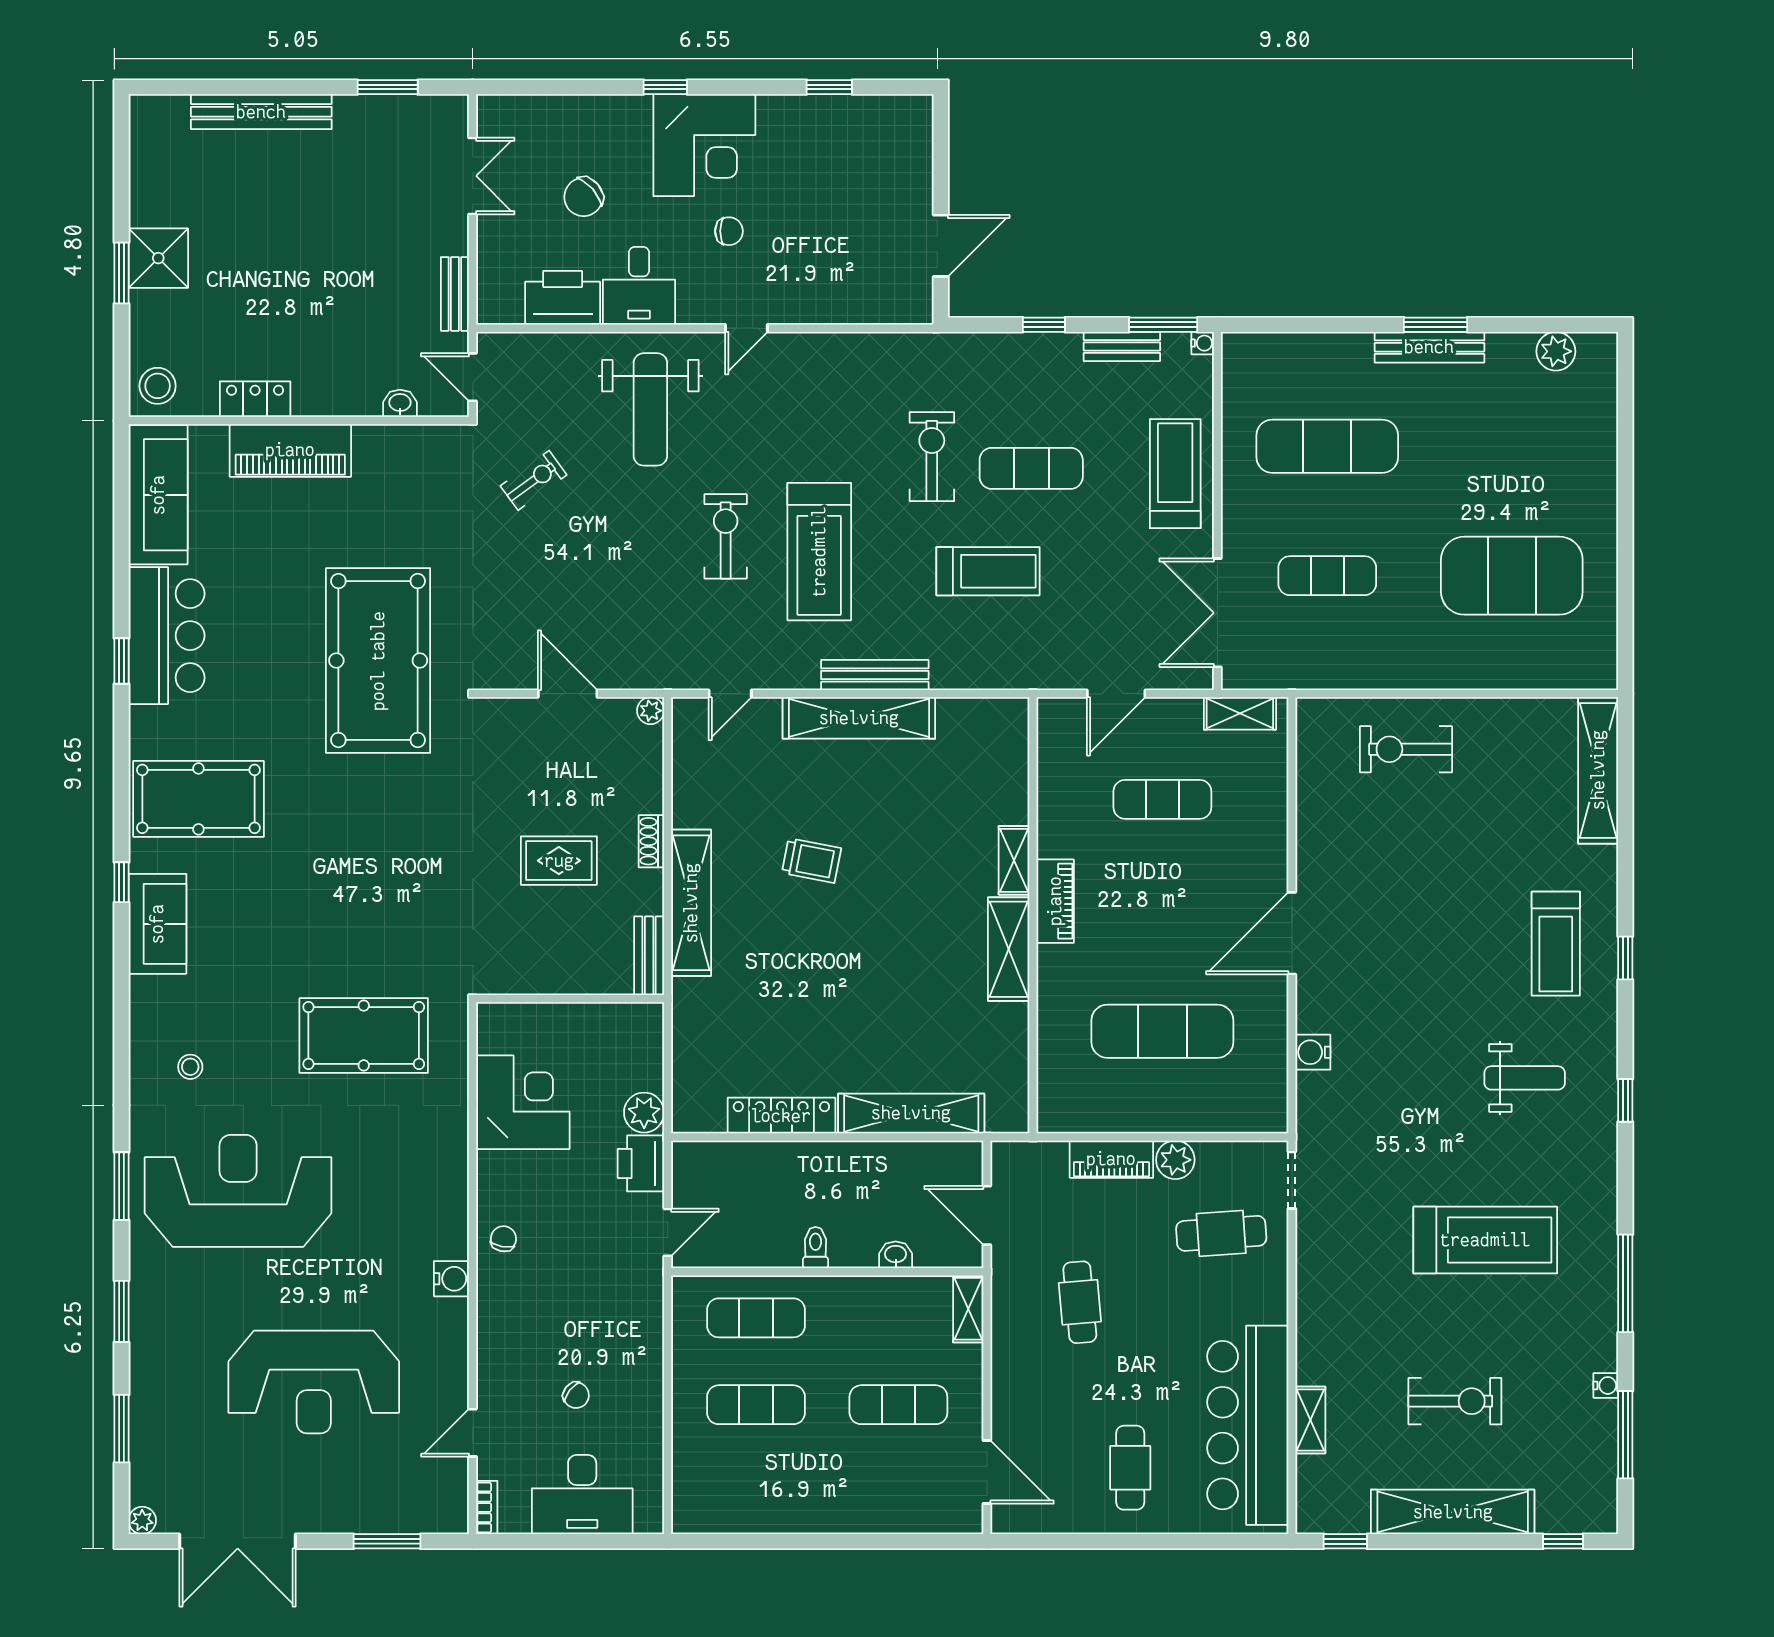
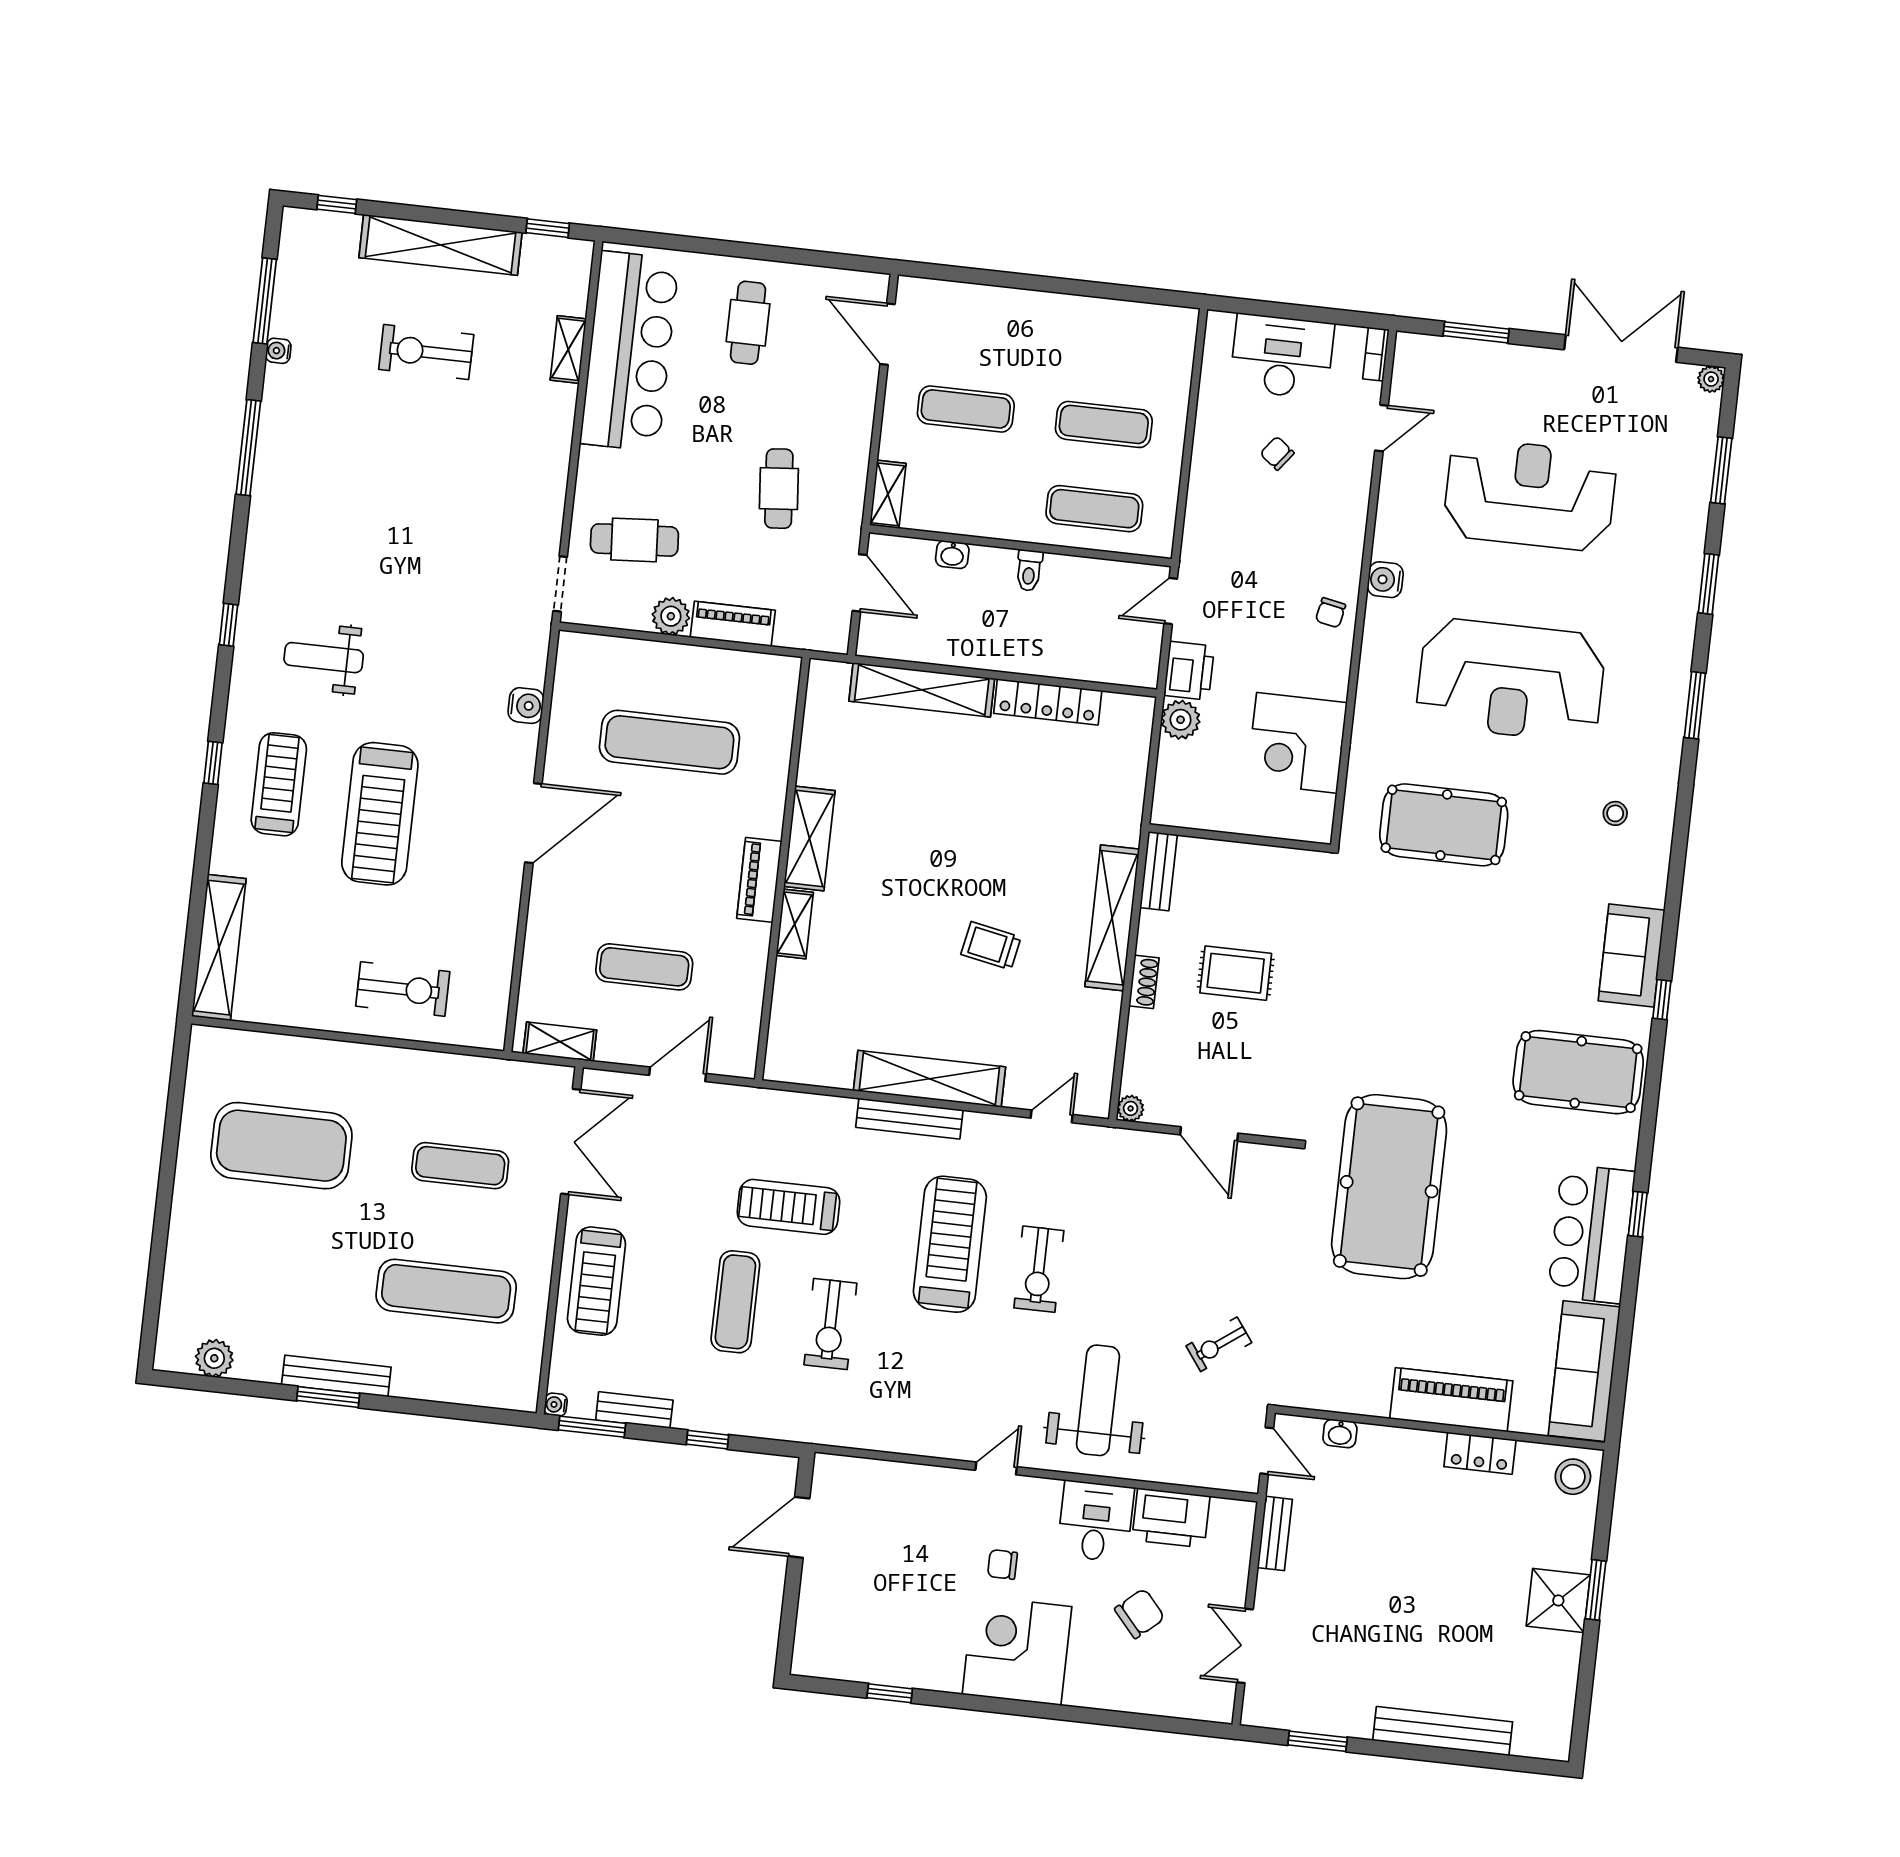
window: (665, 87) -> (1049, 1711), removed
exercise mat: (1031, 468) -> (735, 1302), turned 90
reception desk: (238, 1191) -> (1511, 680), moved
treadmill: (1485, 1240) -> (380, 814), moved, turned -90

